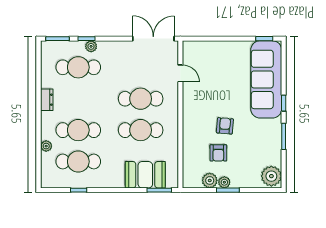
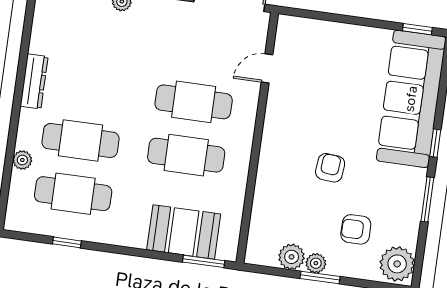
cafe table: (78, 67) -> (95, 34), removed
door: (180, 73) -> (267, 68), swing flipped
dresser: (47, 100) -> (34, 81), width x1.44
armchair: (218, 153) -> (356, 229), moved, turned 90

